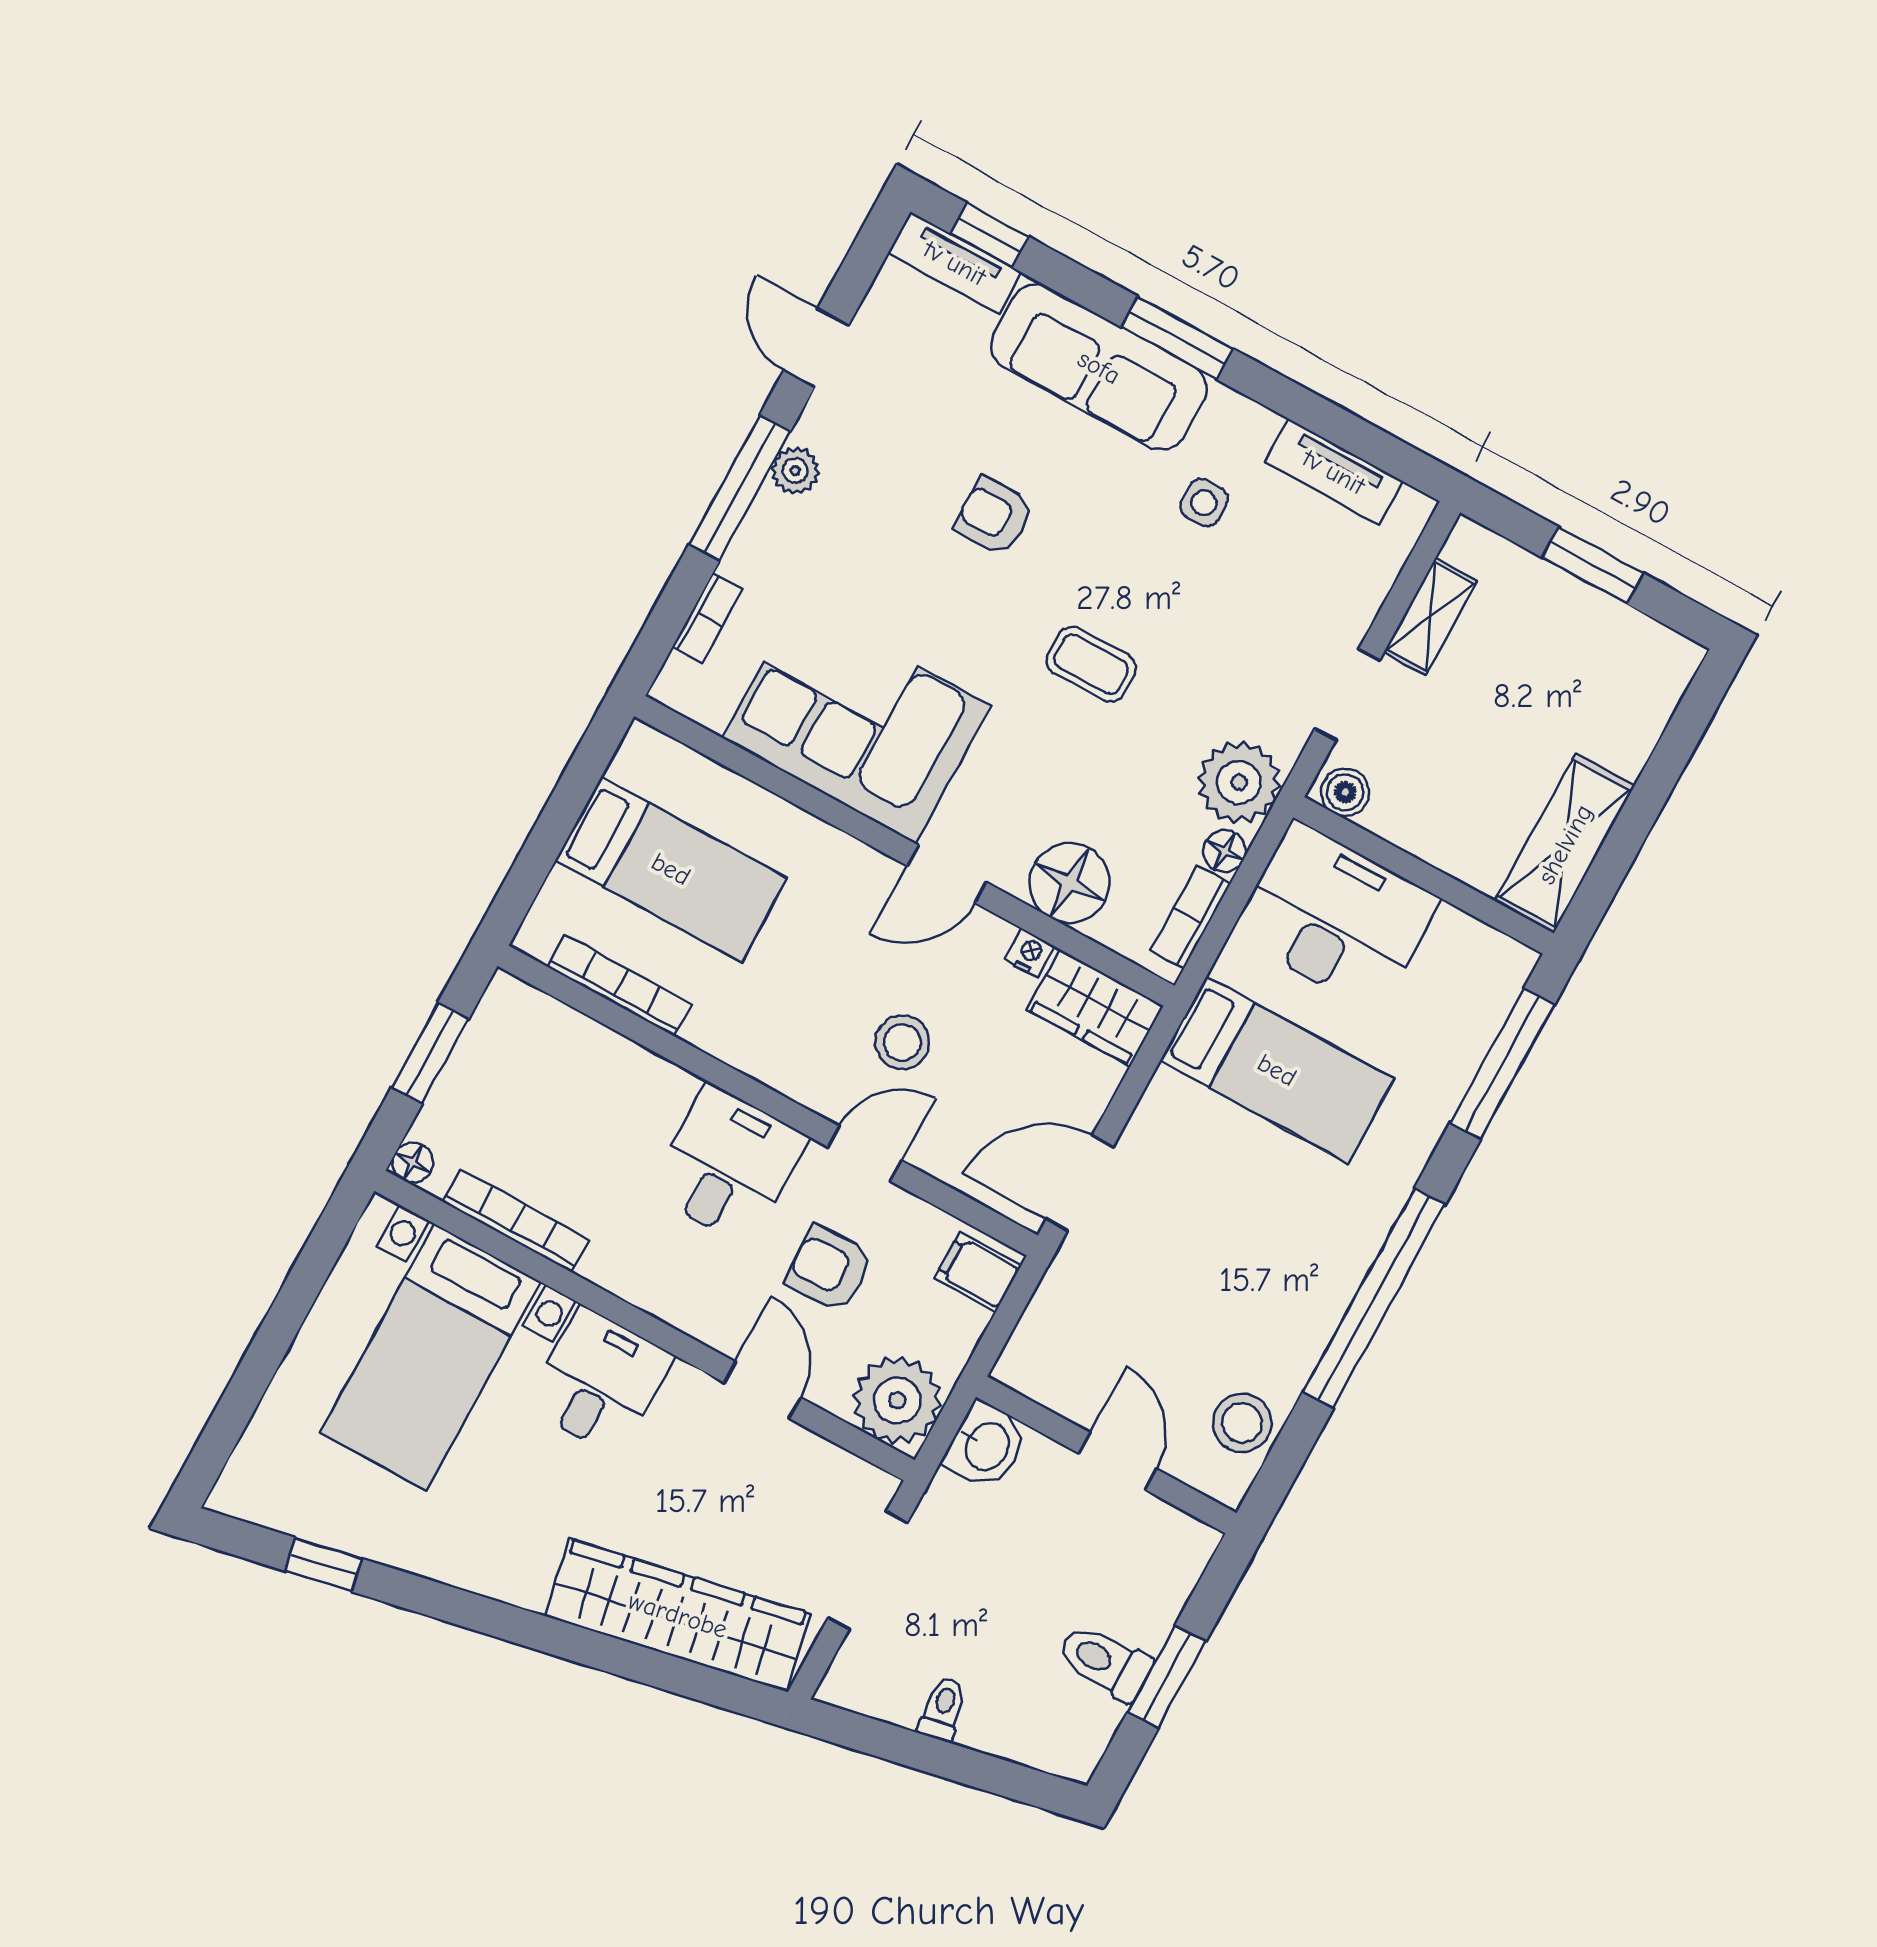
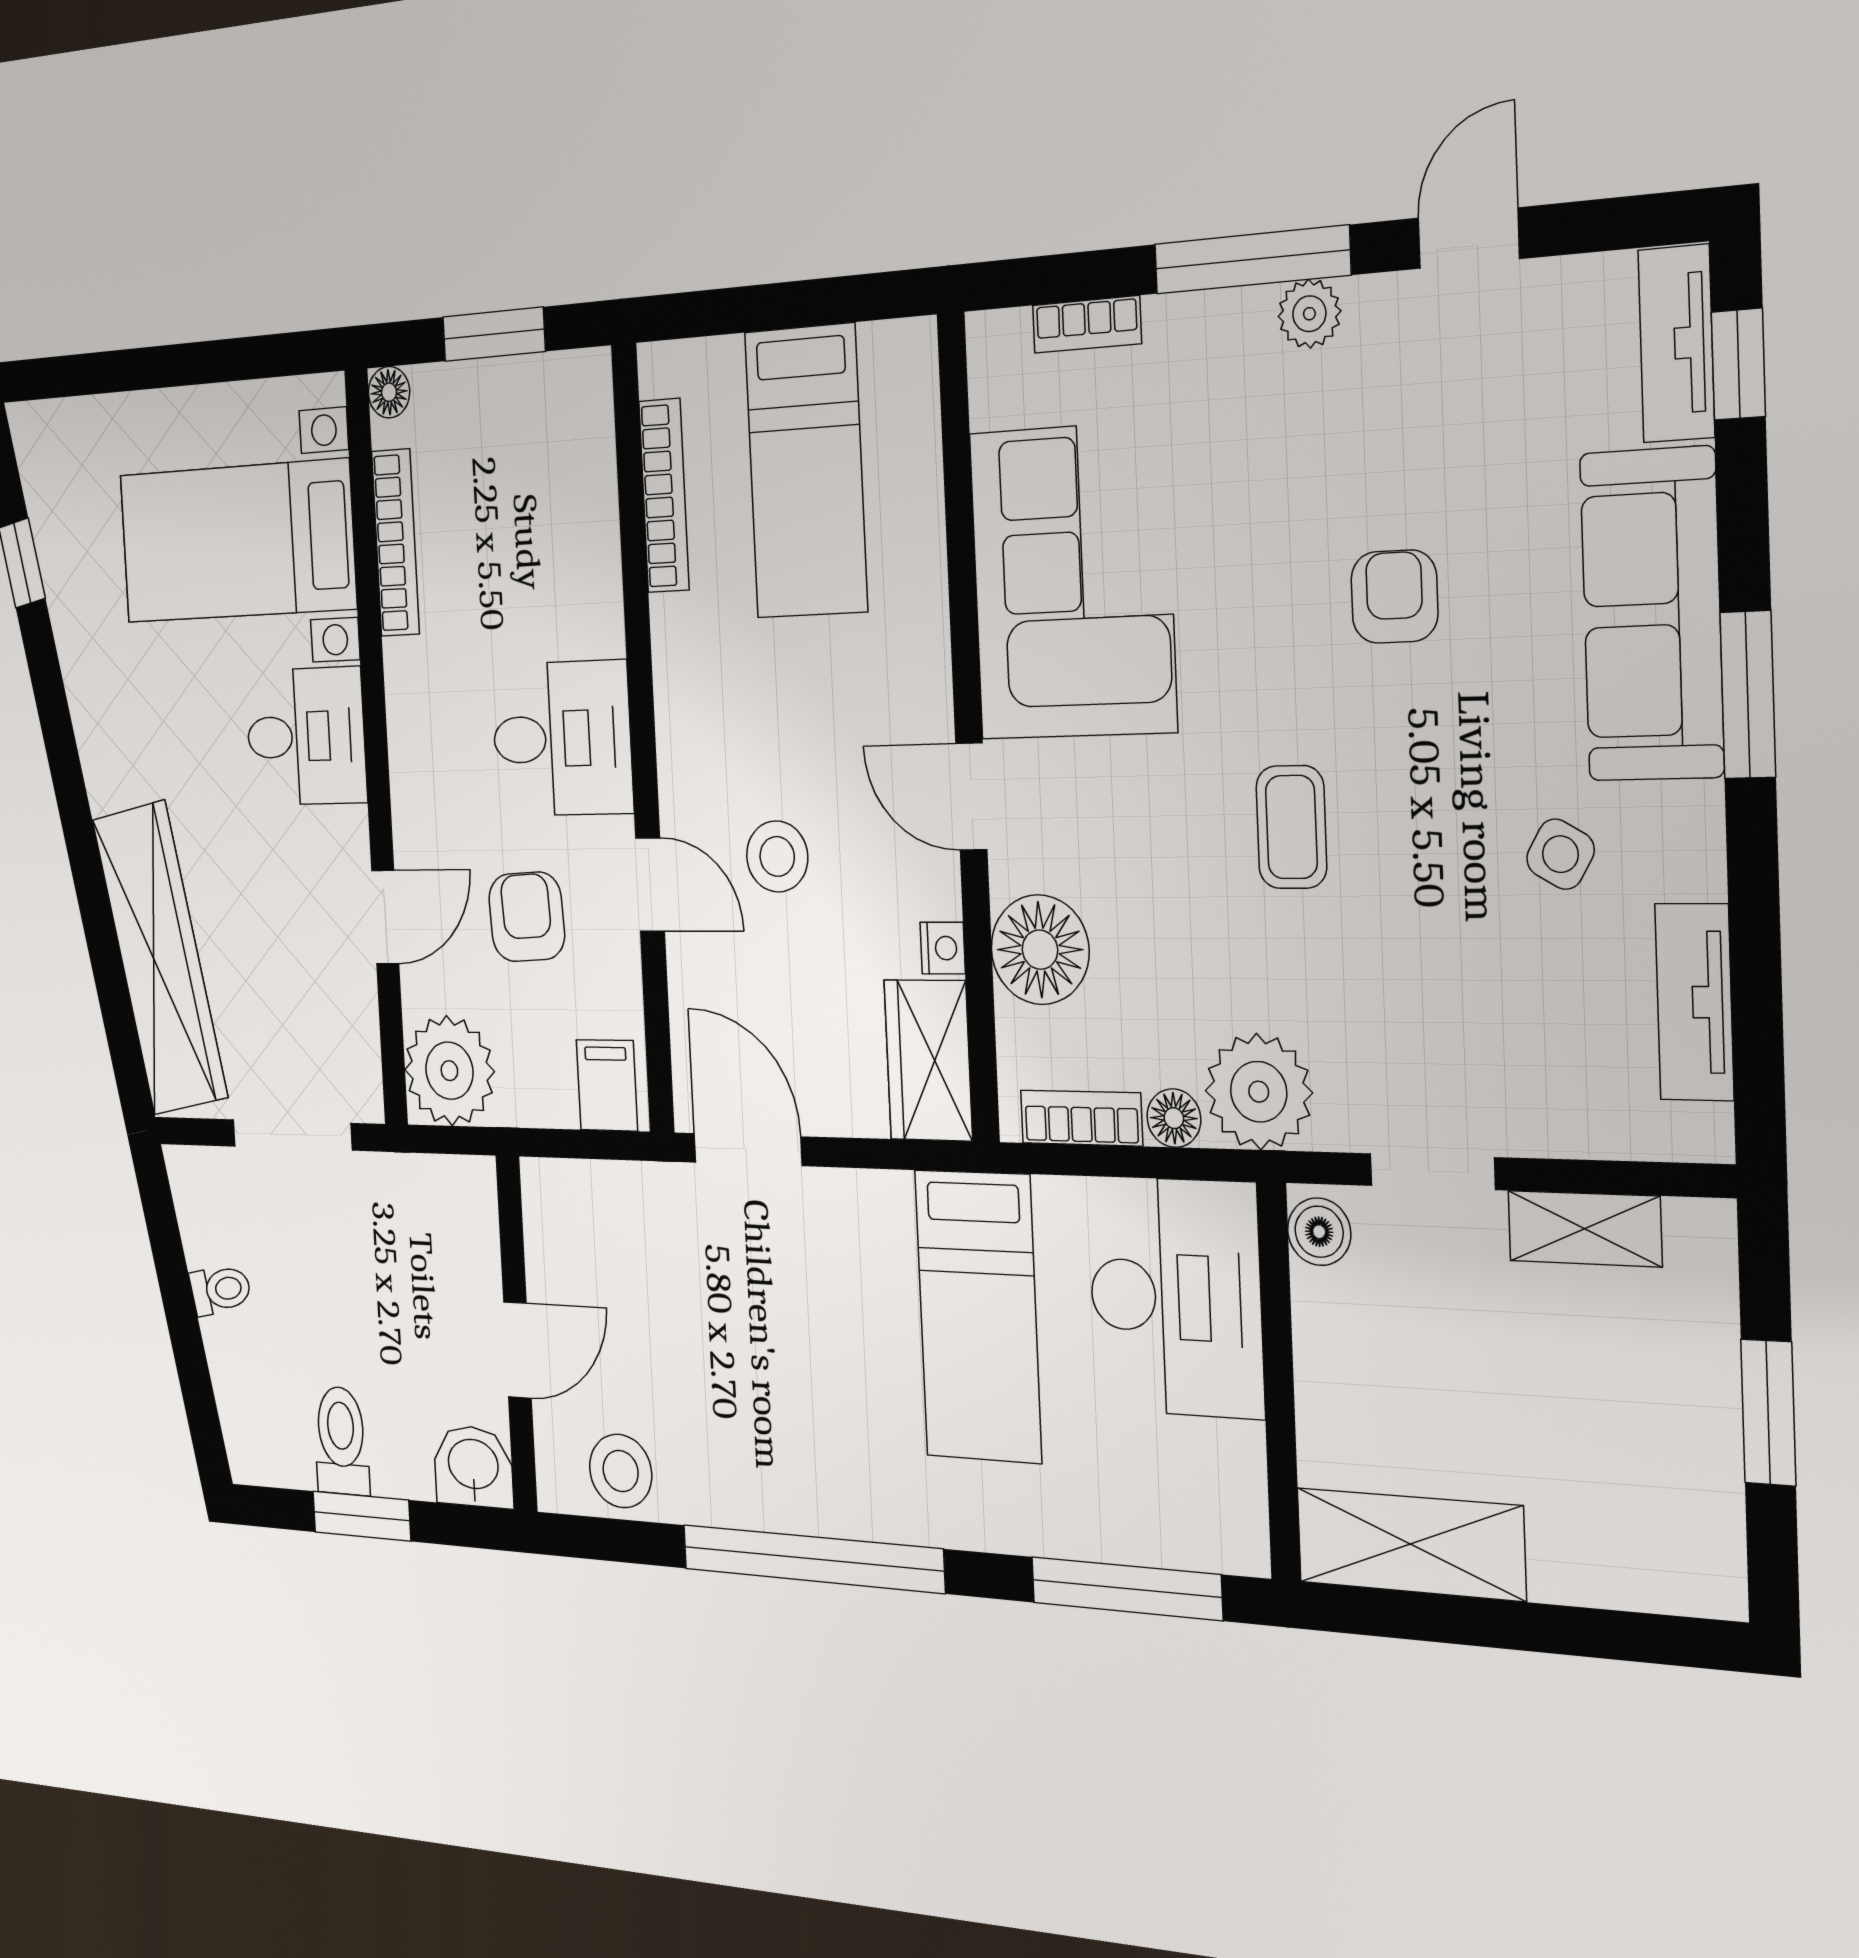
side table: (1204, 503) -> (1560, 854), turned 30
washbasin: (986, 1446) -> (473, 1466), moved, turned 180

